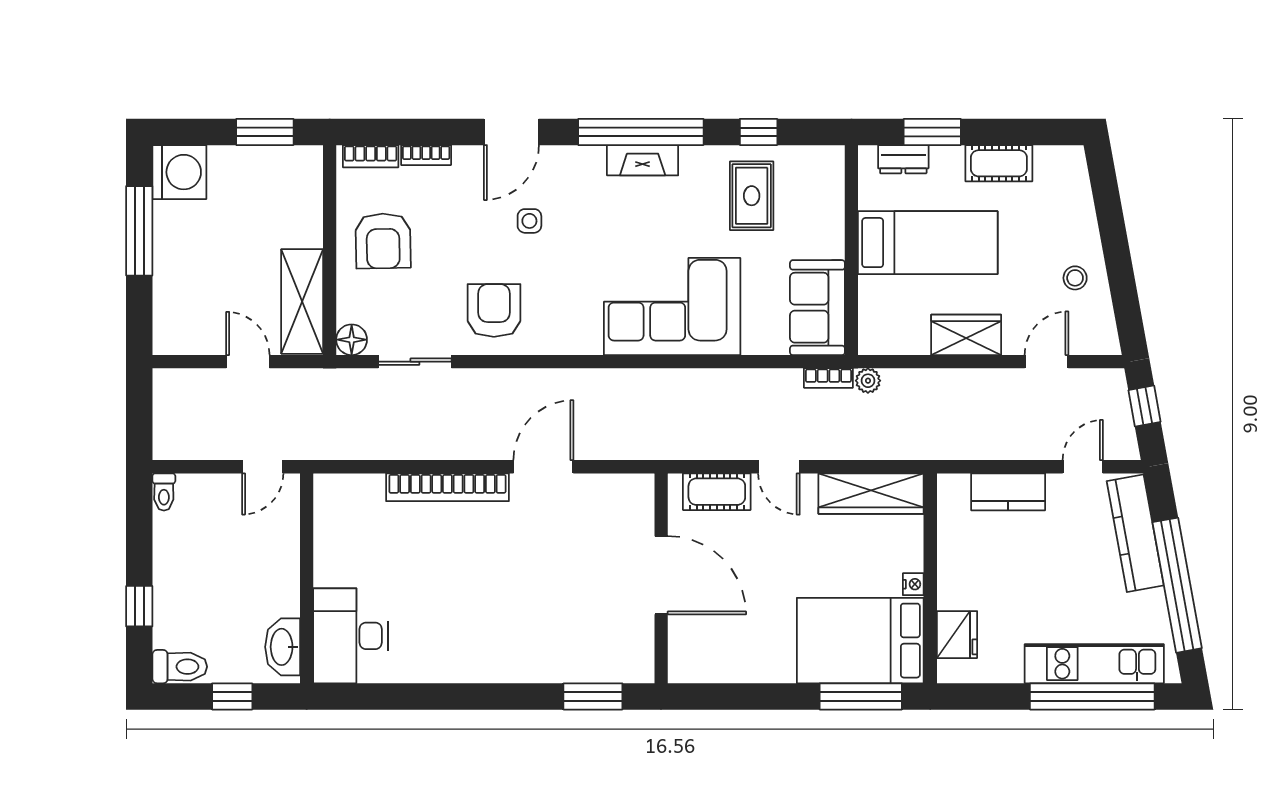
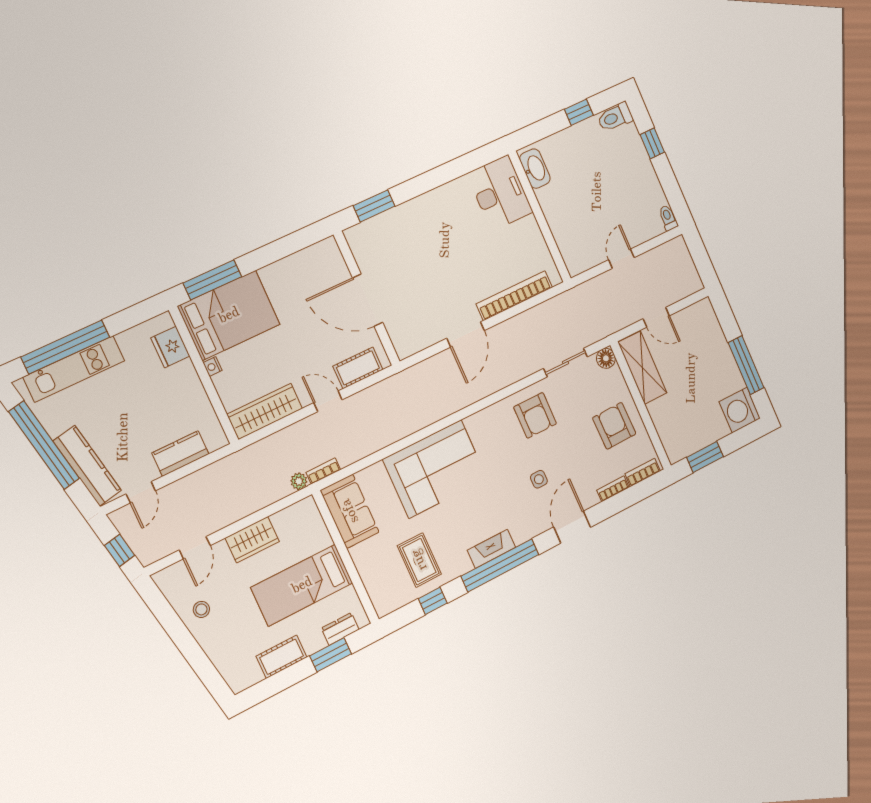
wall: (307, 578) -> (540, 217), moved
desk: (350, 636) -> (500, 193), moved
washbasin: (283, 647) -> (535, 169), moved

